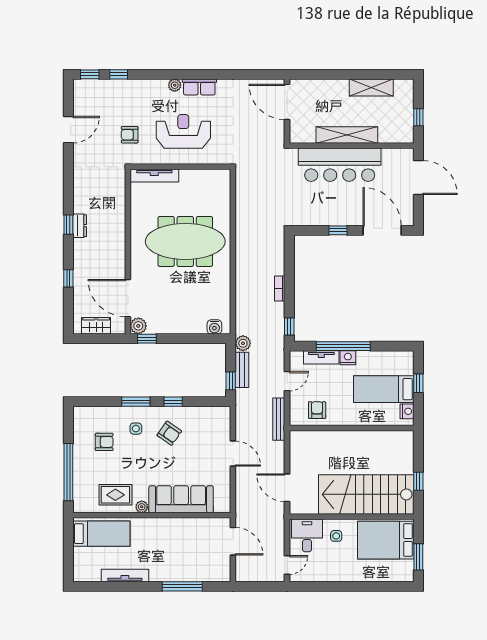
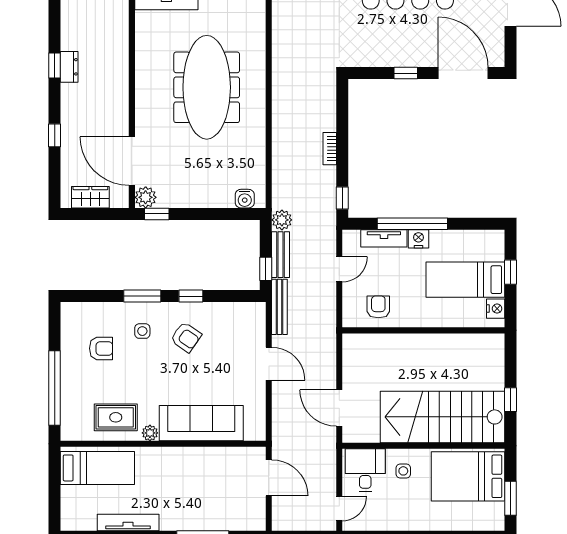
meeting table: (185, 241) -> (207, 87), turned 90
bench: (279, 419) -> (279, 307), moved

